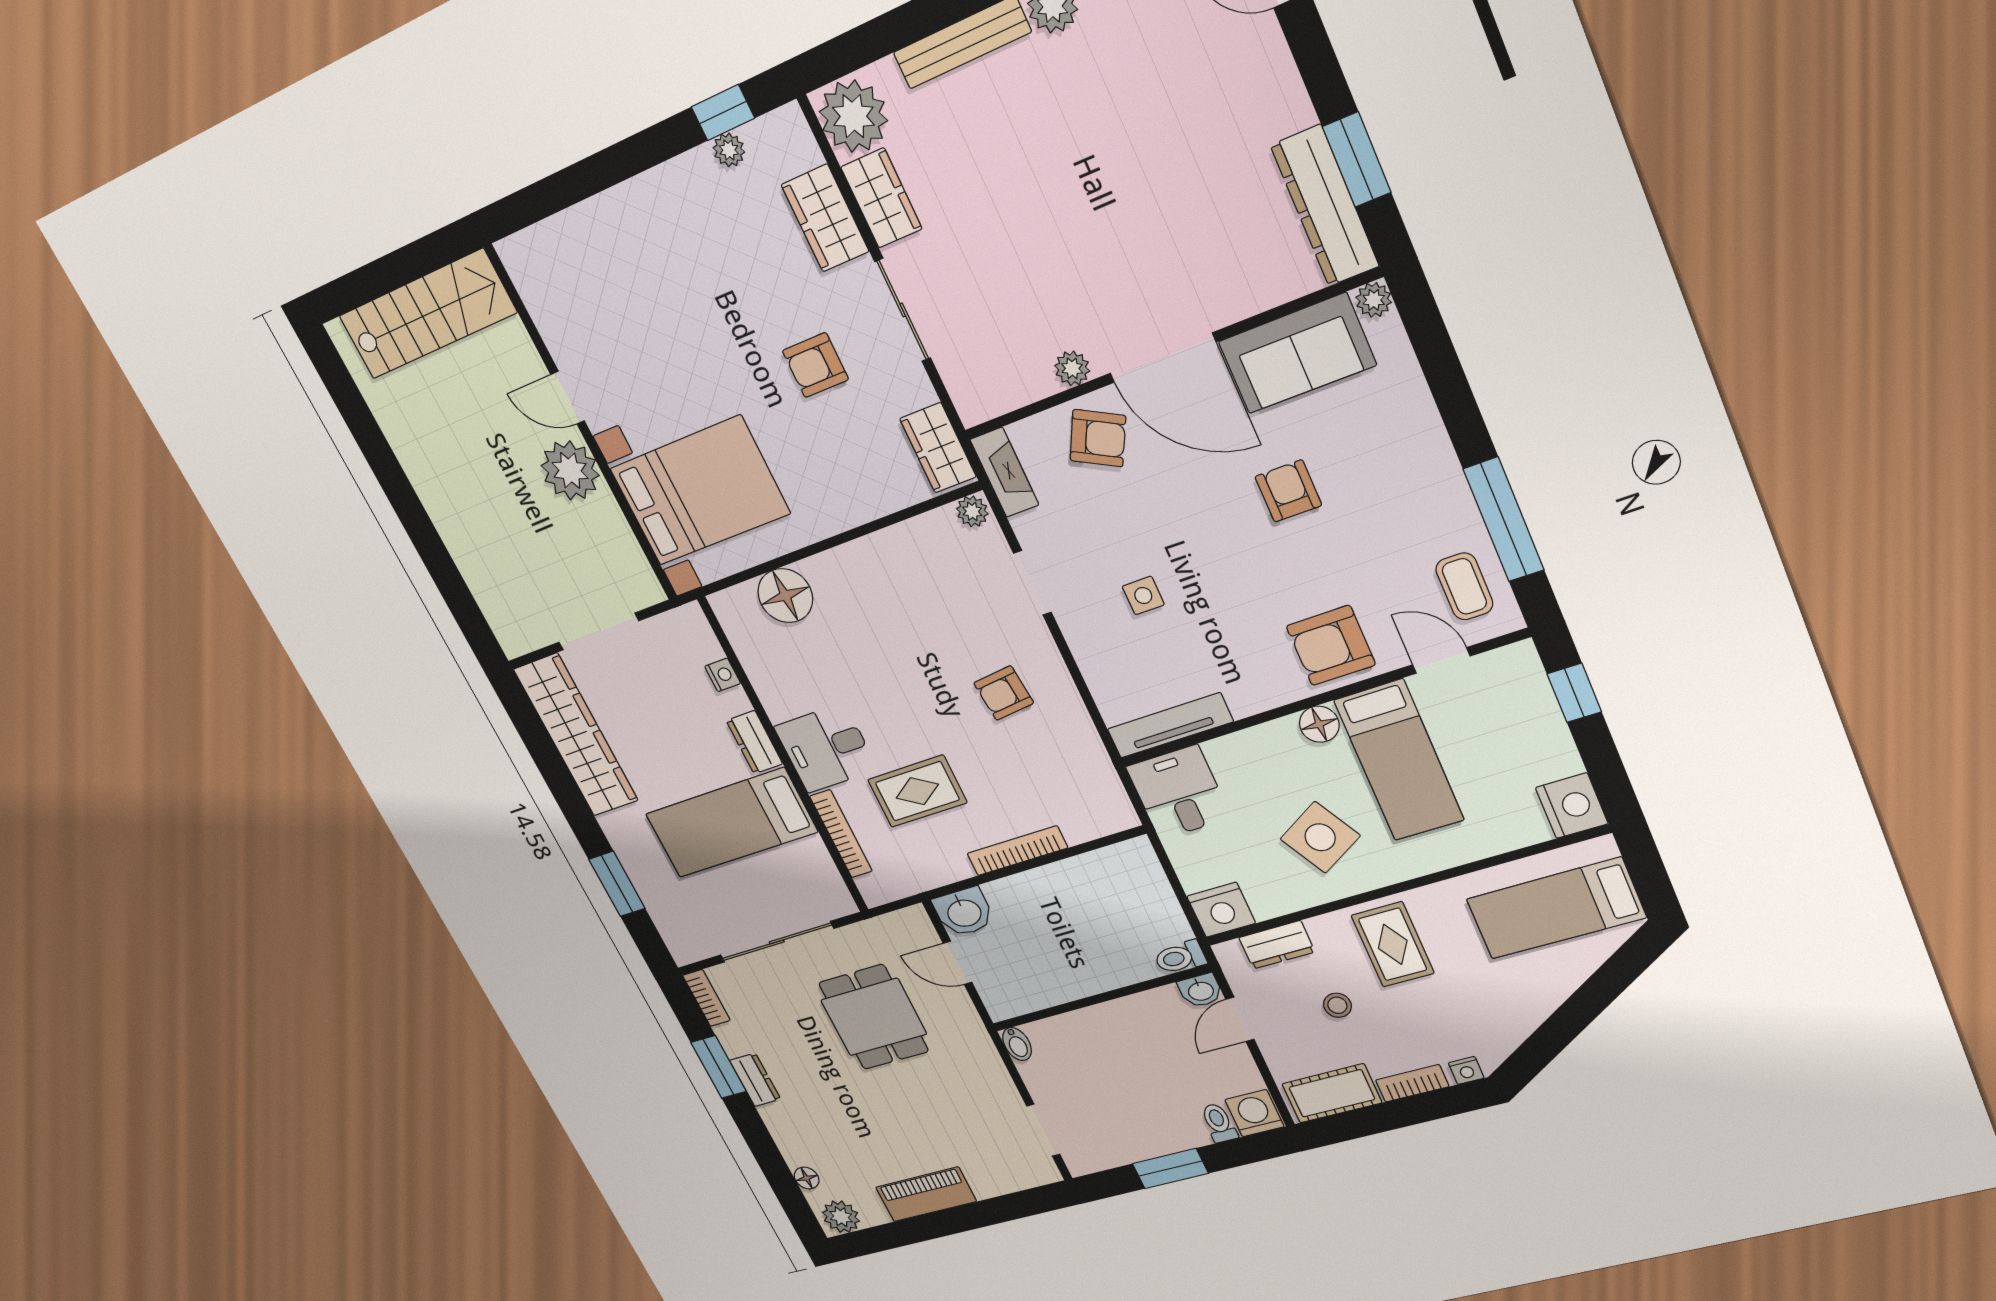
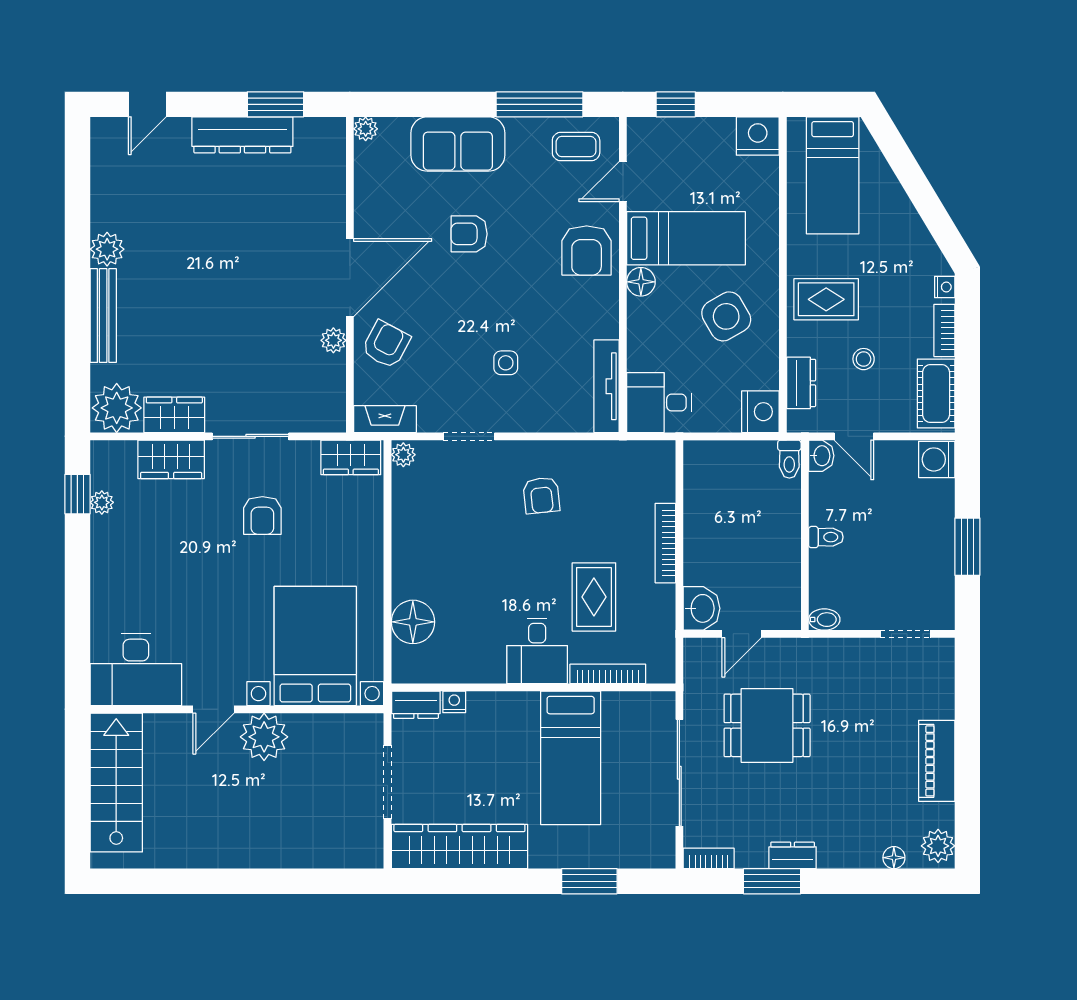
dresser: (1325, 206) -> (242, 135), moved
desk: (561, 283) -> (136, 669), added
sofa: (1297, 353) -> (458, 144), moved, turned 90
dresser: (754, 742) -> (416, 705), moved
toilet: (1219, 1123) -> (826, 537), moved, turned 180

